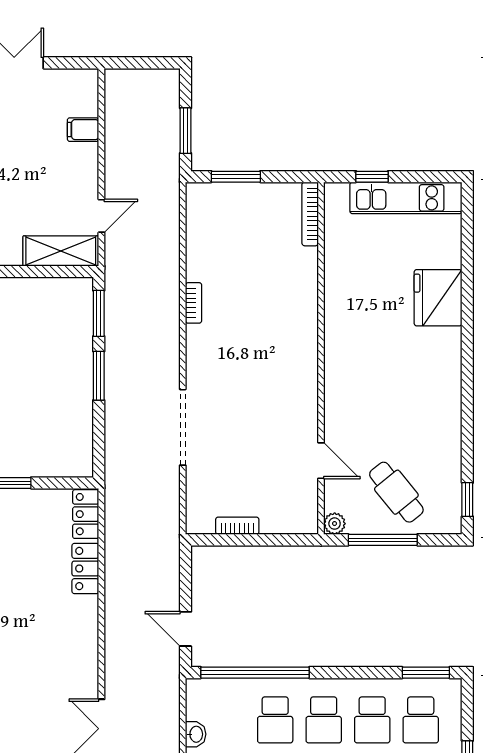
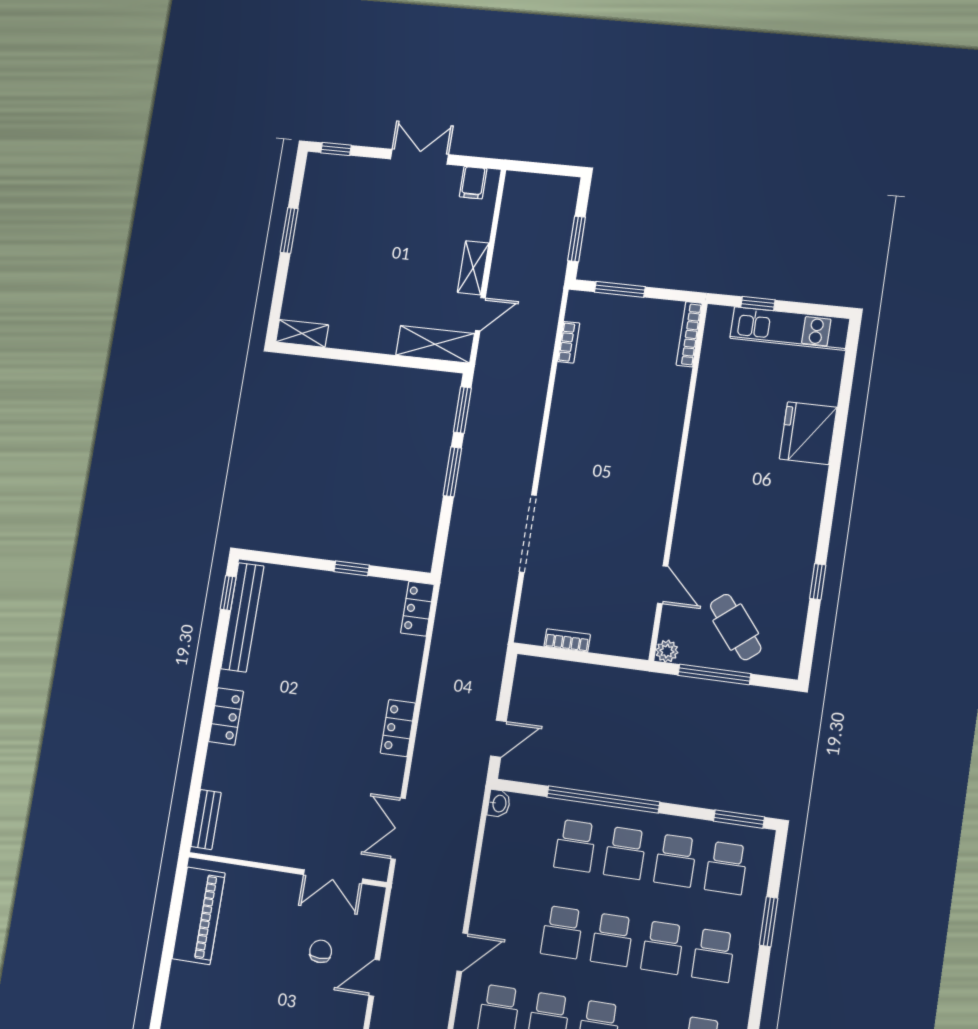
filing cabinet: (83, 130) -> (473, 183), moved, turned -90
shelving: (87, 170) -> (473, 268), added
bookcase: (194, 303) -> (569, 342), moved
window: (467, 500) -> (818, 582), moved
locker: (85, 569) -> (398, 728), moved
door: (185, 629) -> (498, 739), swing flipped
window: (255, 673) -> (603, 800), moved
washbasin: (196, 734) -> (499, 803), moved

